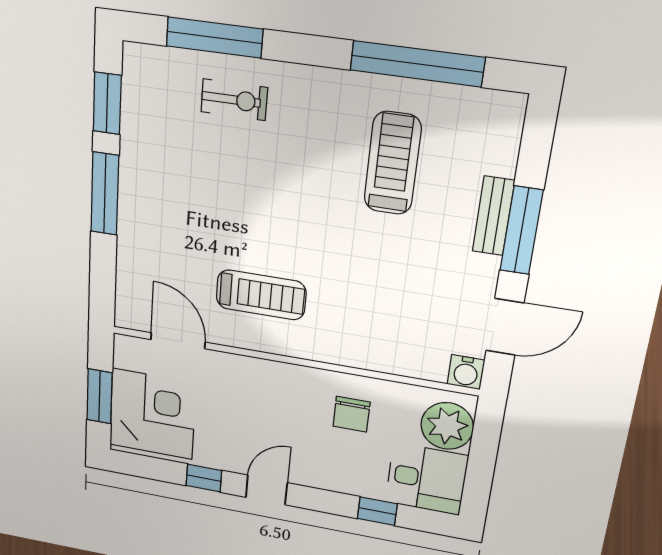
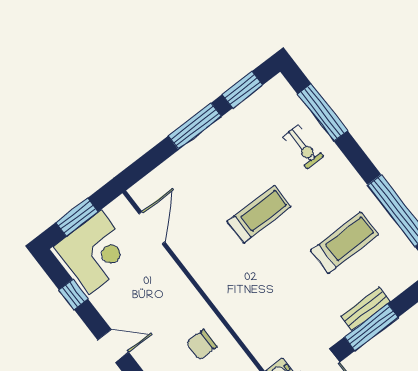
treadmill: (261, 295) -> (259, 214), moved, turned -90
window: (204, 478) -> (73, 294), moved

